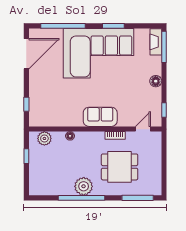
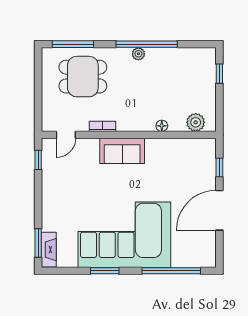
window: (164, 47) -> (38, 243), width x0.69
door: (26, 54) -> (219, 210), moved
floor lamp: (156, 81) -> (49, 198), removed
window: (26, 156) -> (219, 74), moved
dining table: (120, 167) -> (83, 77), moved
plant: (84, 186) -> (138, 54), width x0.53, depth x0.53

